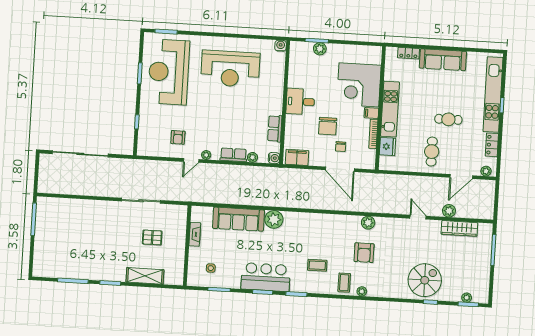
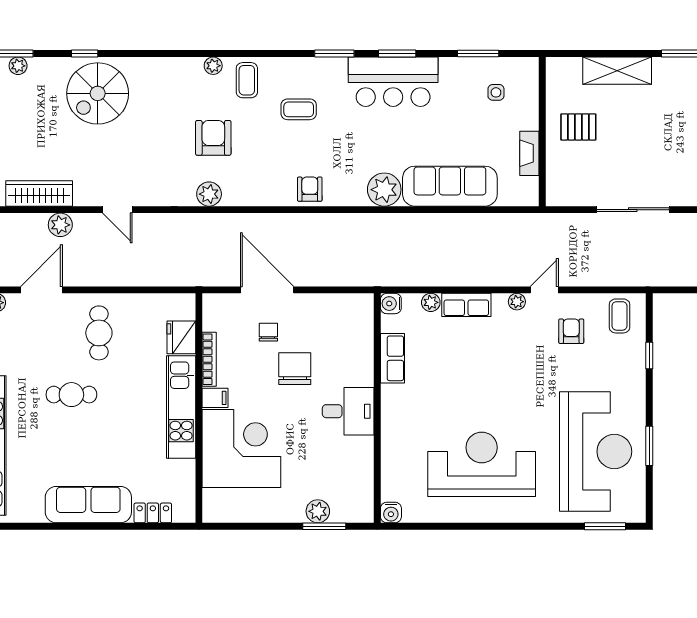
coffee table: (152, 144) -> (619, 316), added
filing cabinet: (297, 157) -> (348, 307), removed
armchair: (314, 222) -> (310, 189), added
pallet: (152, 237) -> (578, 127), moved

